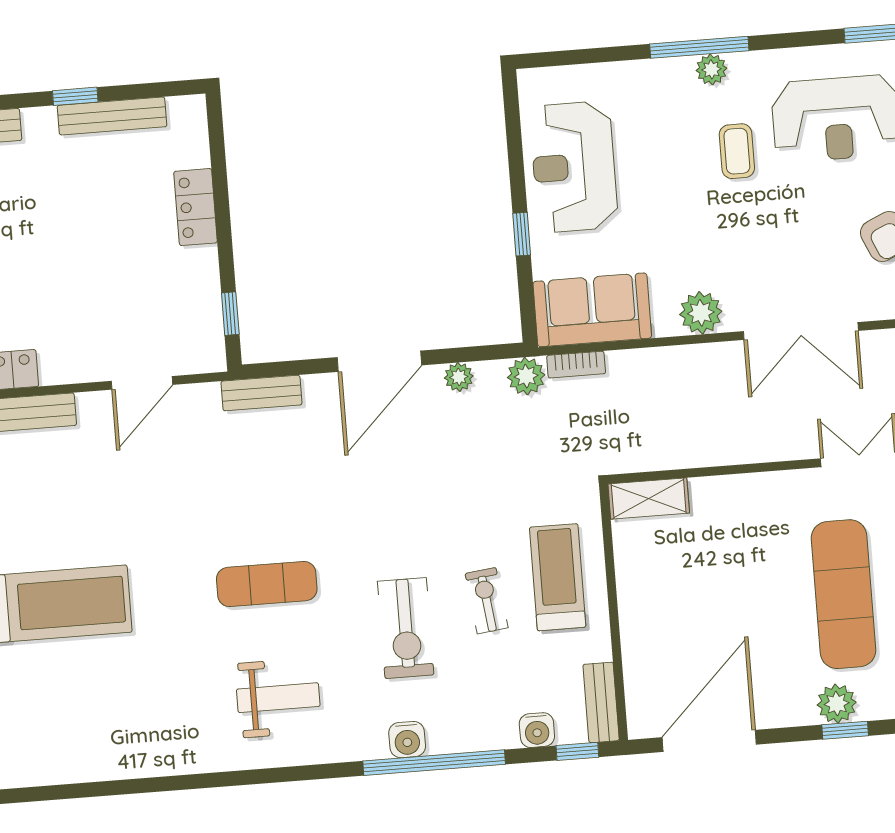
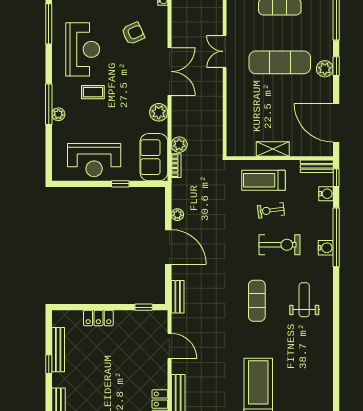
plant: (711, 69) -> (58, 114), moved
plant: (526, 376) -> (179, 145), moved
shelving: (649, 498) -> (273, 149), moved, turned 90

